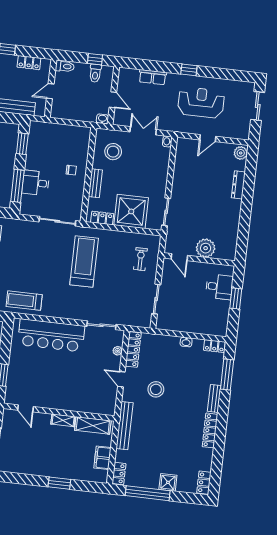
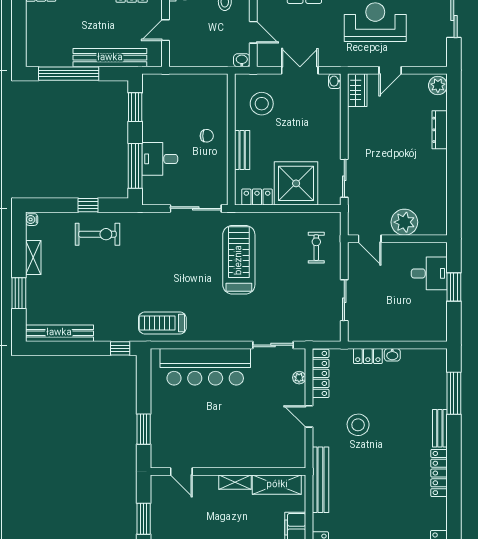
wardrobe: (183, 150) -> (357, 90), added
locker: (214, 346) -> (368, 356), moved

